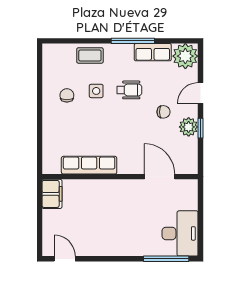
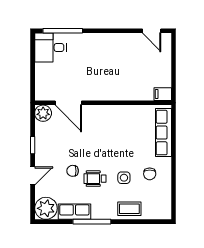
chair: (163, 112) -> (73, 171), moved
plant: (189, 127) -> (43, 113), moved
row of seats: (89, 165) -> (164, 133), moved, turned 90
filing cabinet: (52, 194) -> (163, 94), width x0.50
desk: (180, 233) -> (50, 48), width x0.73

